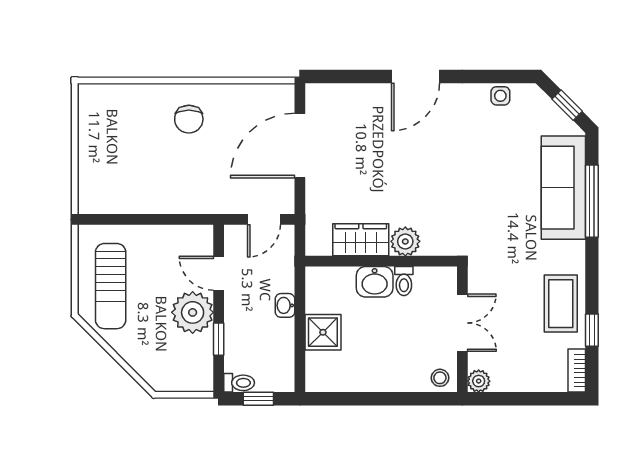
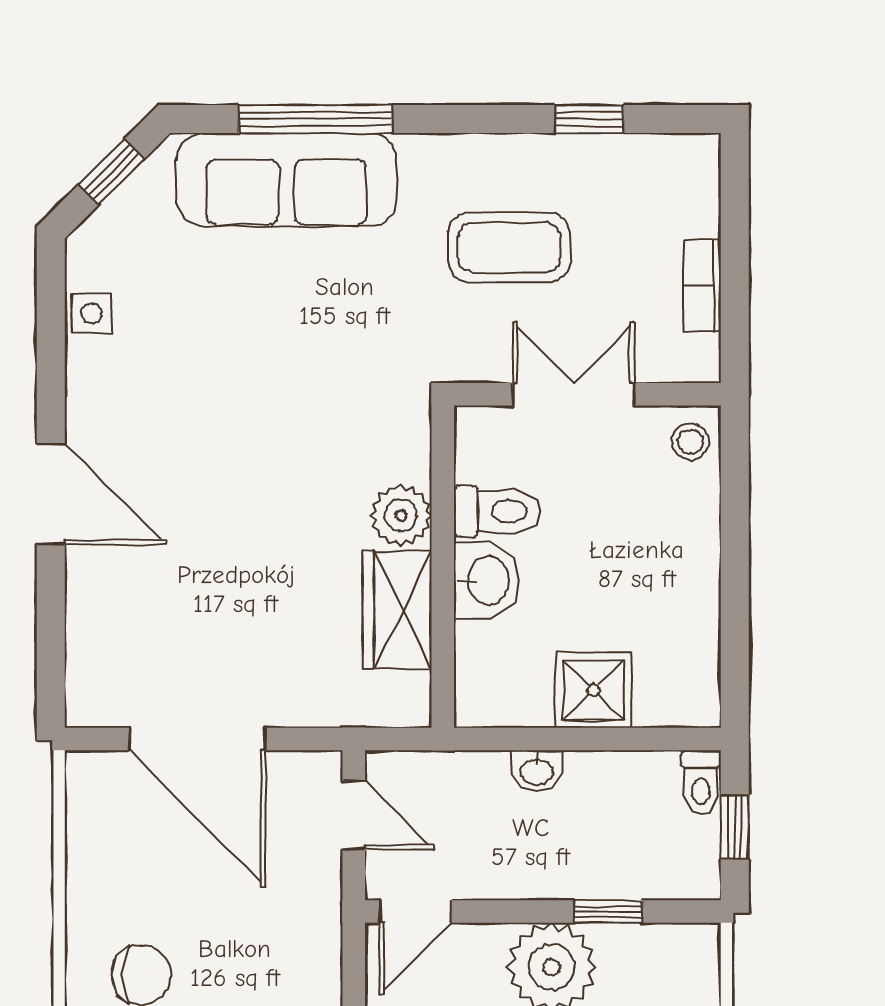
door: (219, 273) -> (415, 911), moved
toilet: (404, 281) -> (497, 511), width x1.37, depth x1.39
coffee table: (561, 304) -> (509, 247), moved
bookcase: (577, 371) -> (702, 286), moved, turned 90
plant: (479, 381) -> (697, 360), removed
toilet: (239, 383) -> (701, 782), moved, turned 180

